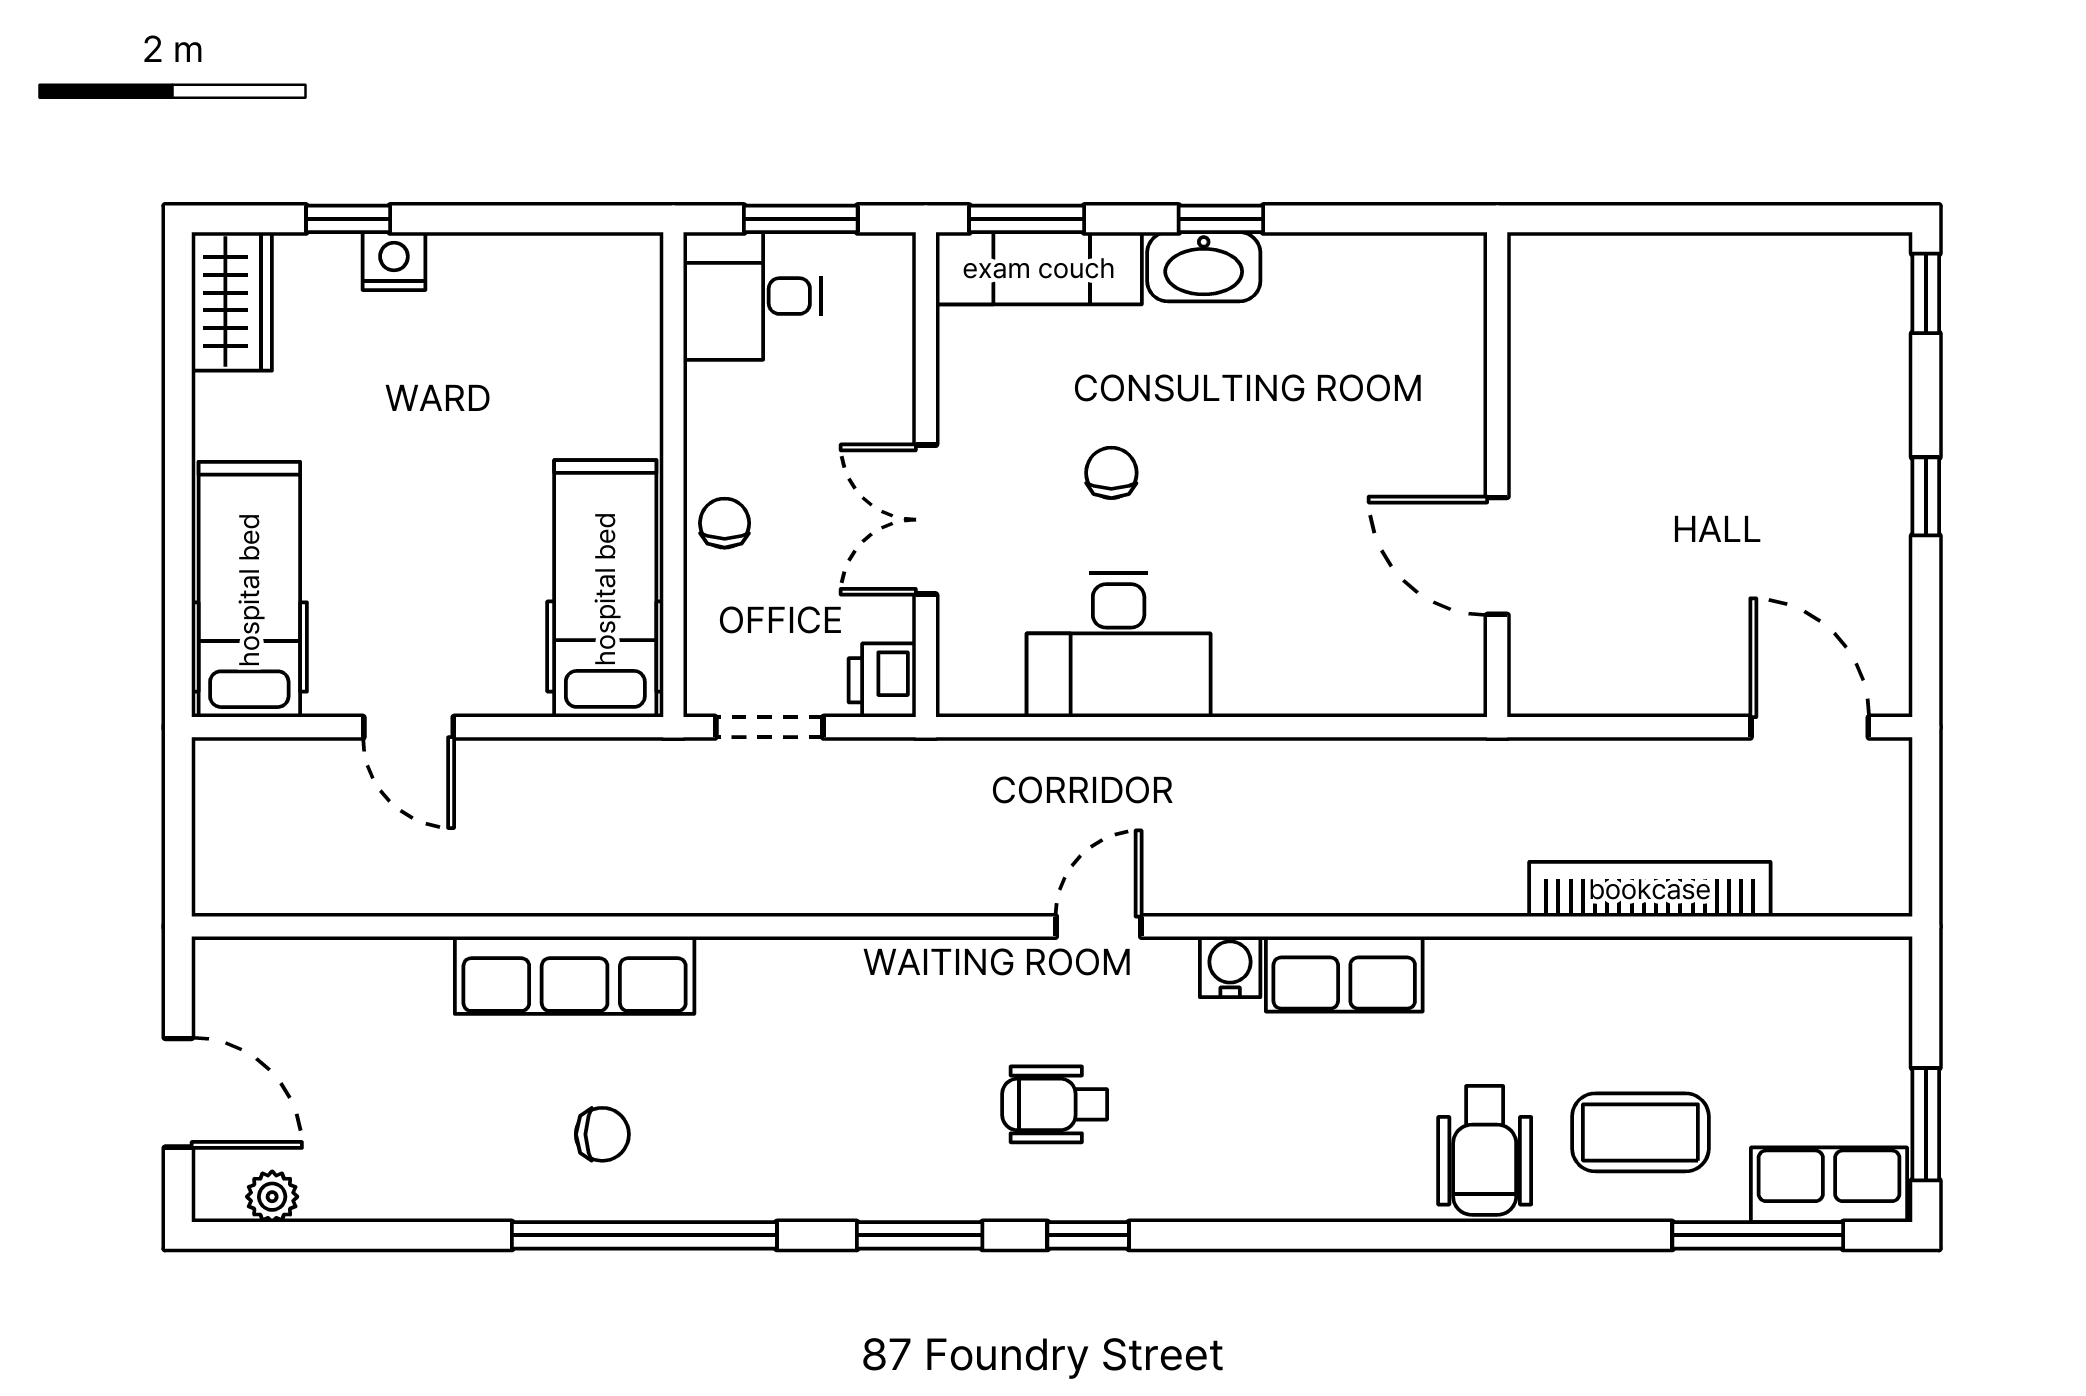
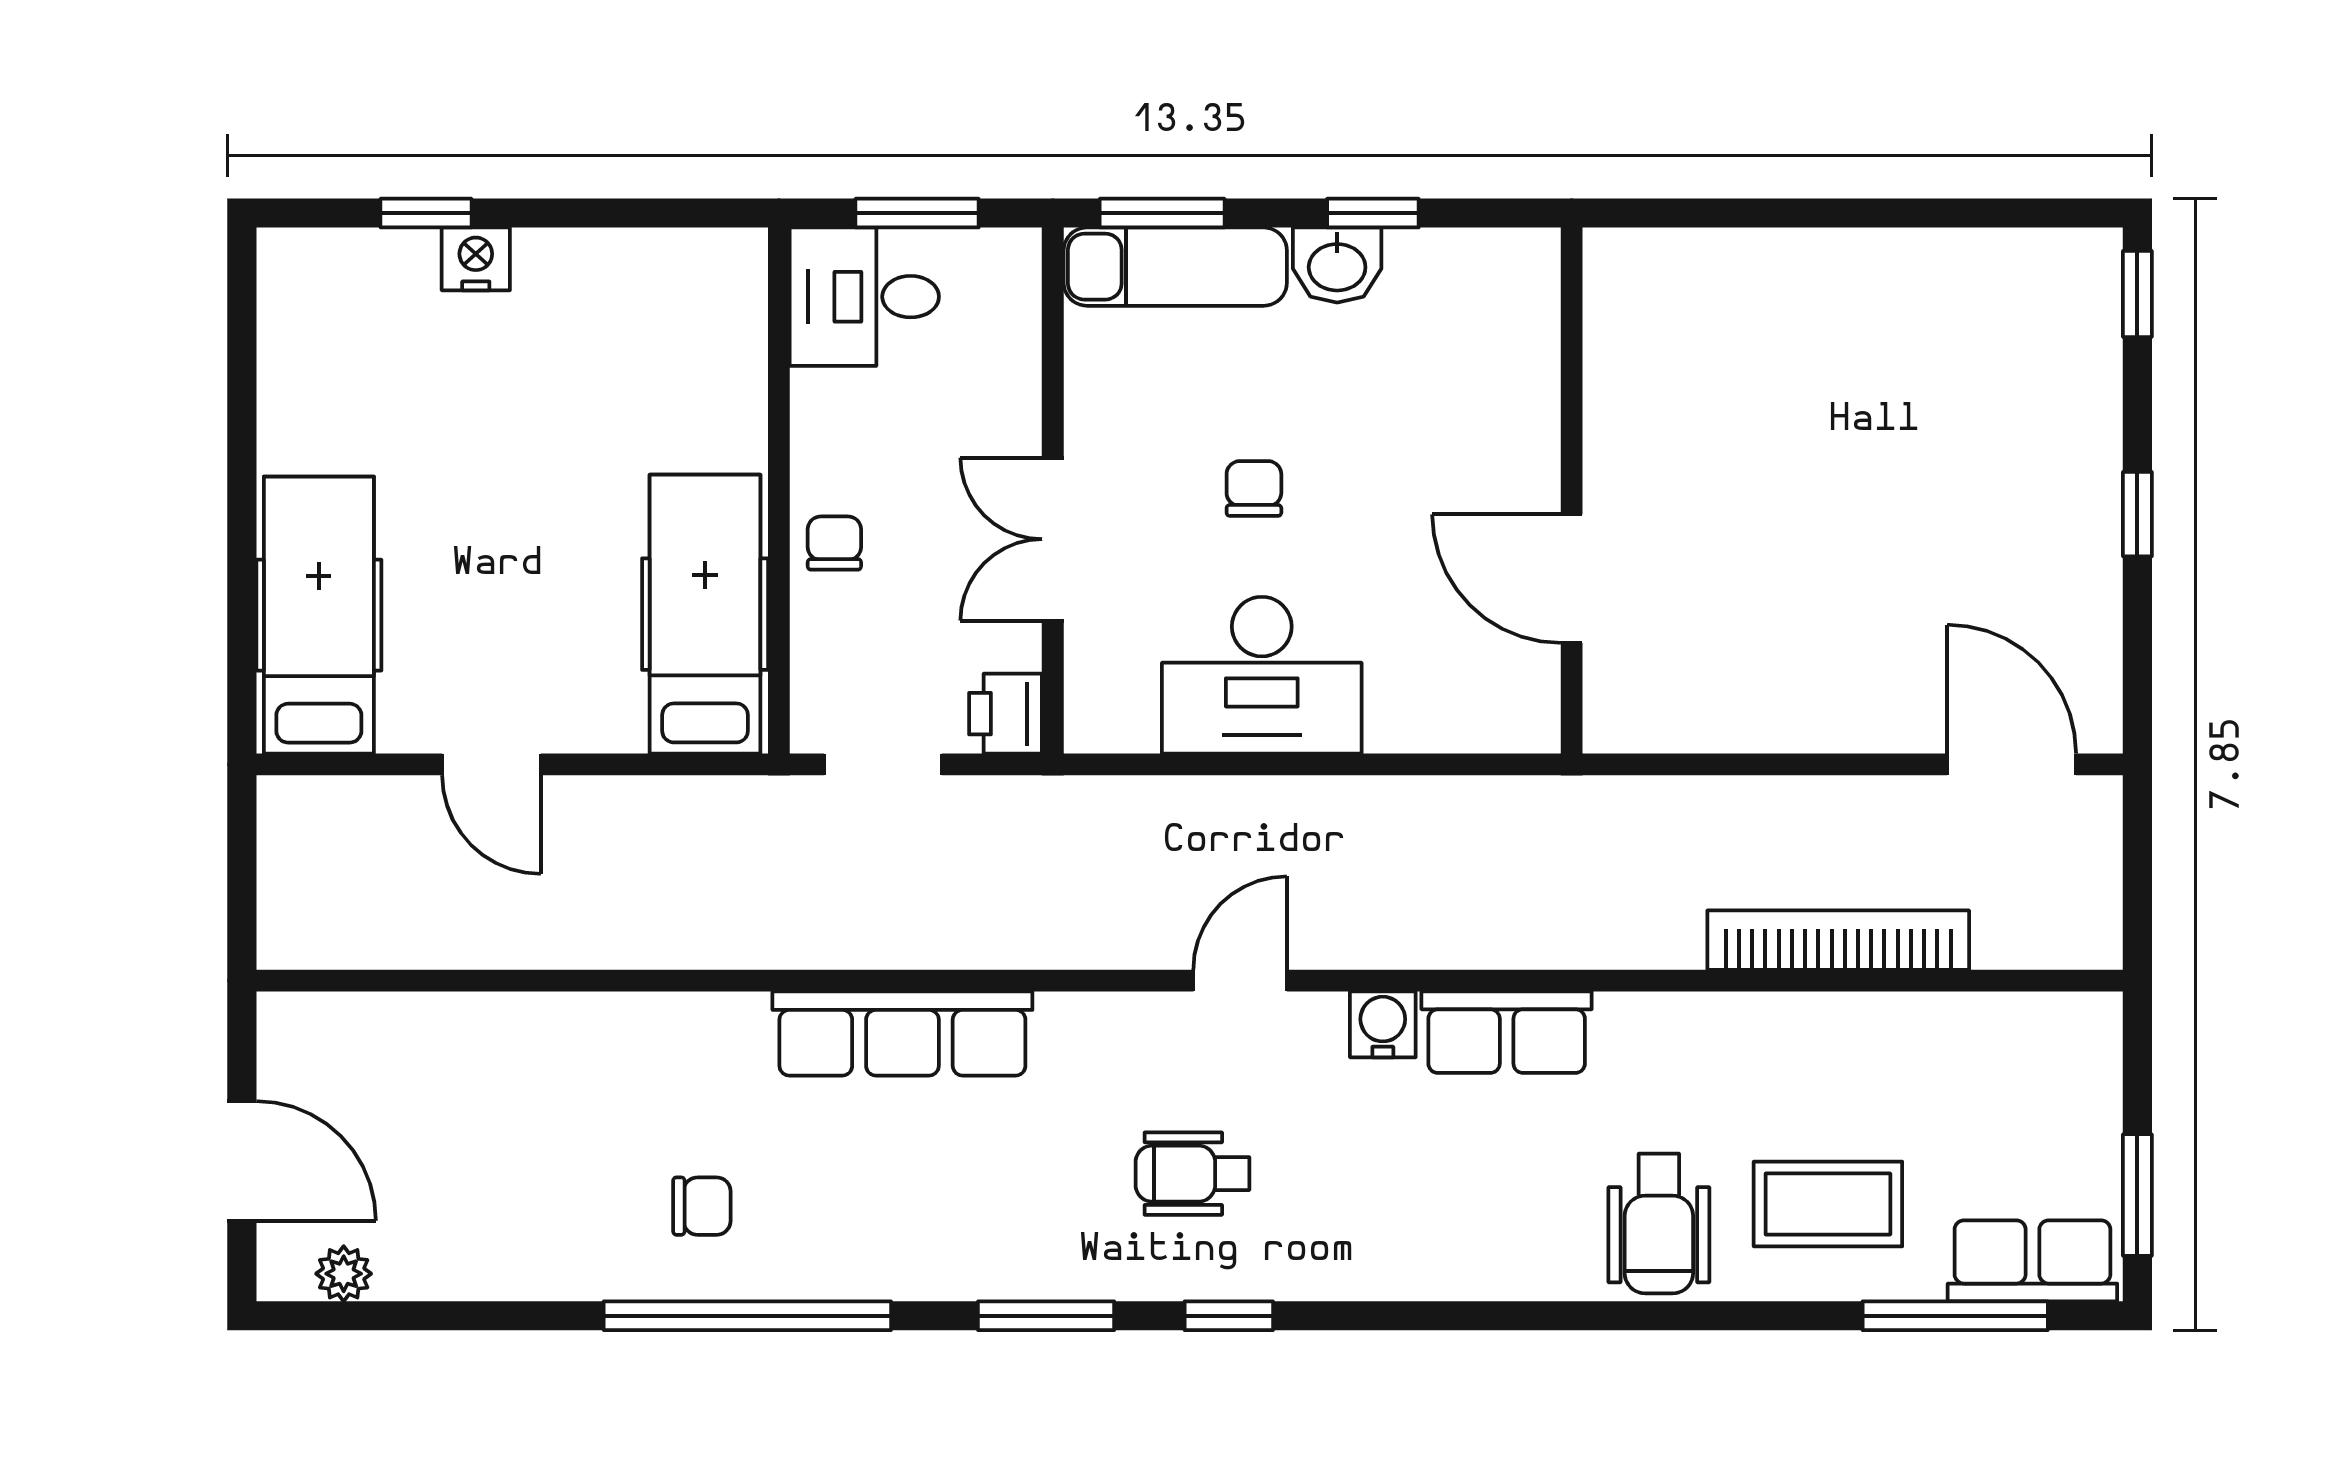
washbasin: (1204, 267) -> (1337, 265), width x0.72
wardrobe: (232, 301) -> (300, 303), removed
wall: (1497, 475) -> (1572, 491), moved
door: (1497, 556) -> (1572, 579), moved
row of seats: (575, 975) -> (902, 1033), moved

